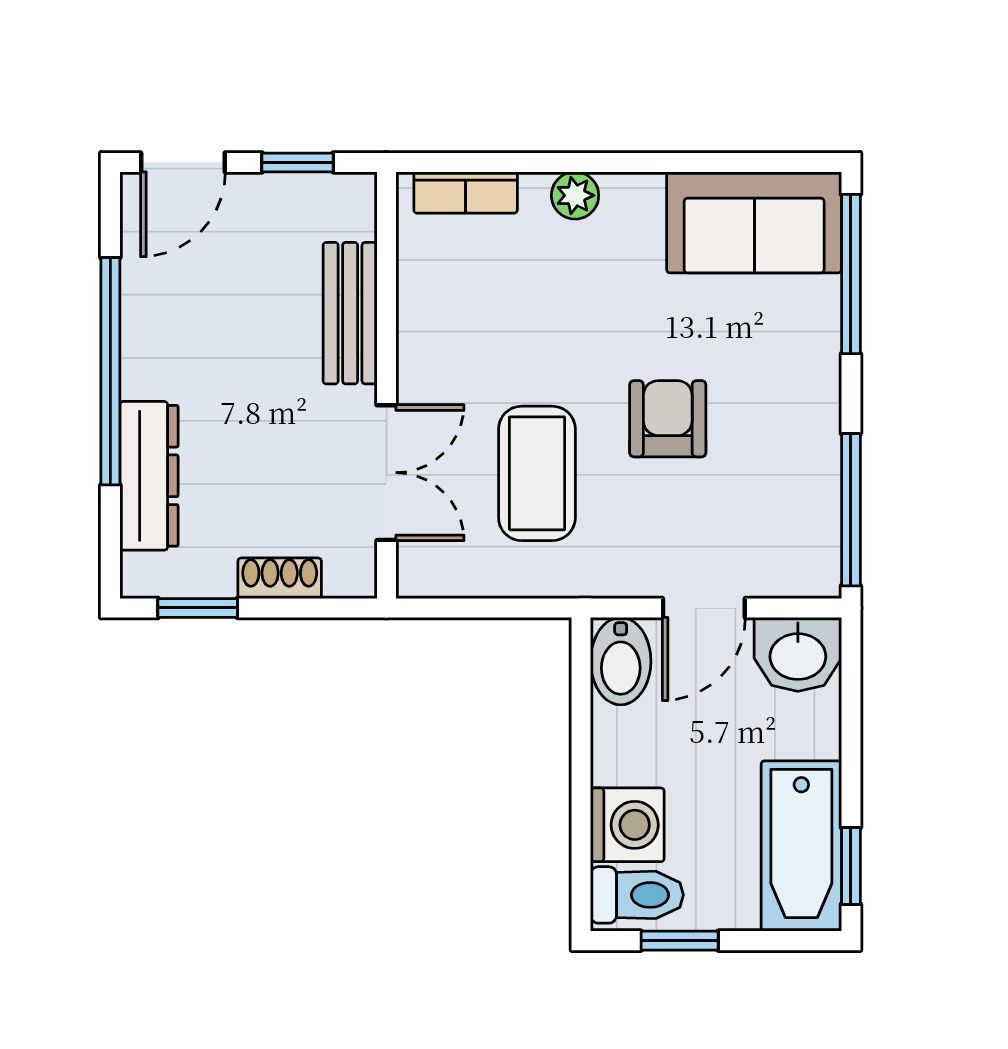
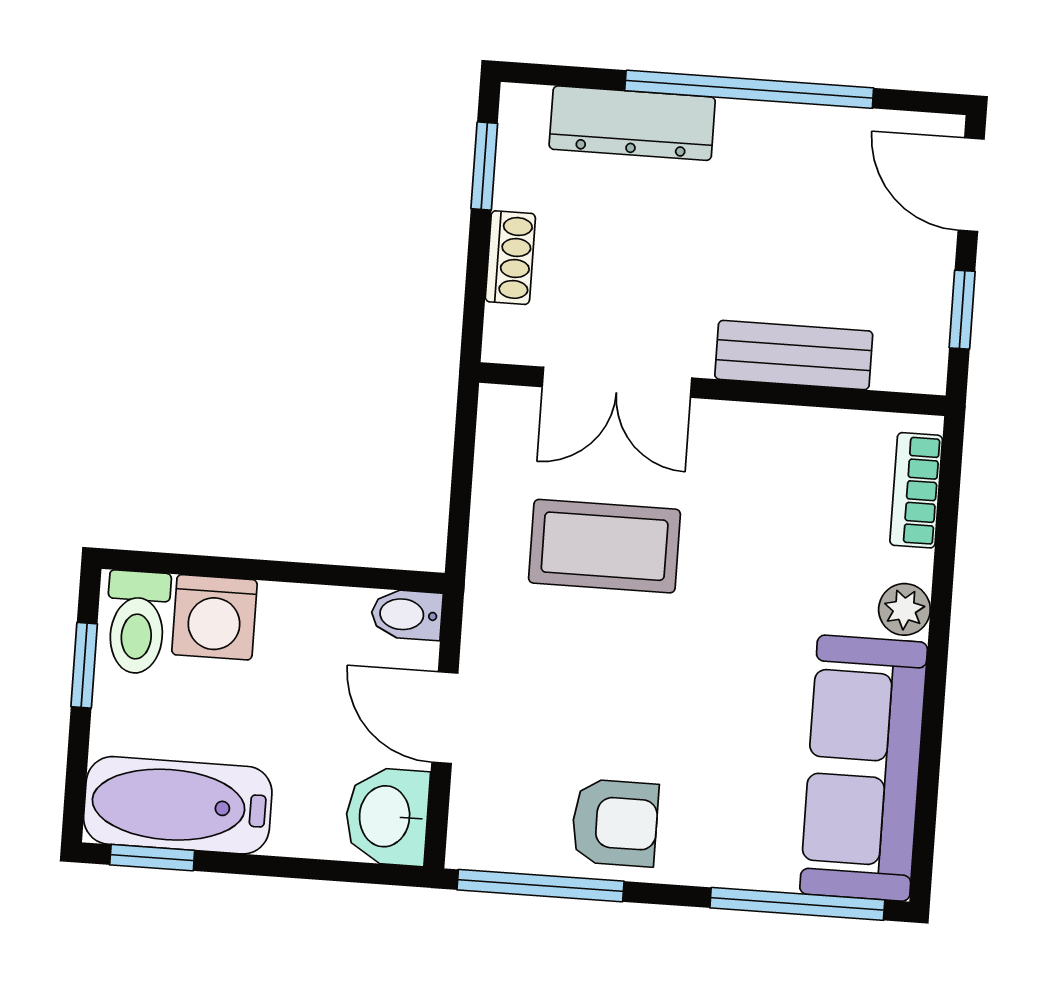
sofa: (754, 222) -> (864, 768), width x1.36
armchair: (668, 419) -> (615, 823), moved
bidet: (621, 661) -> (407, 615), width x0.72, depth x0.74

